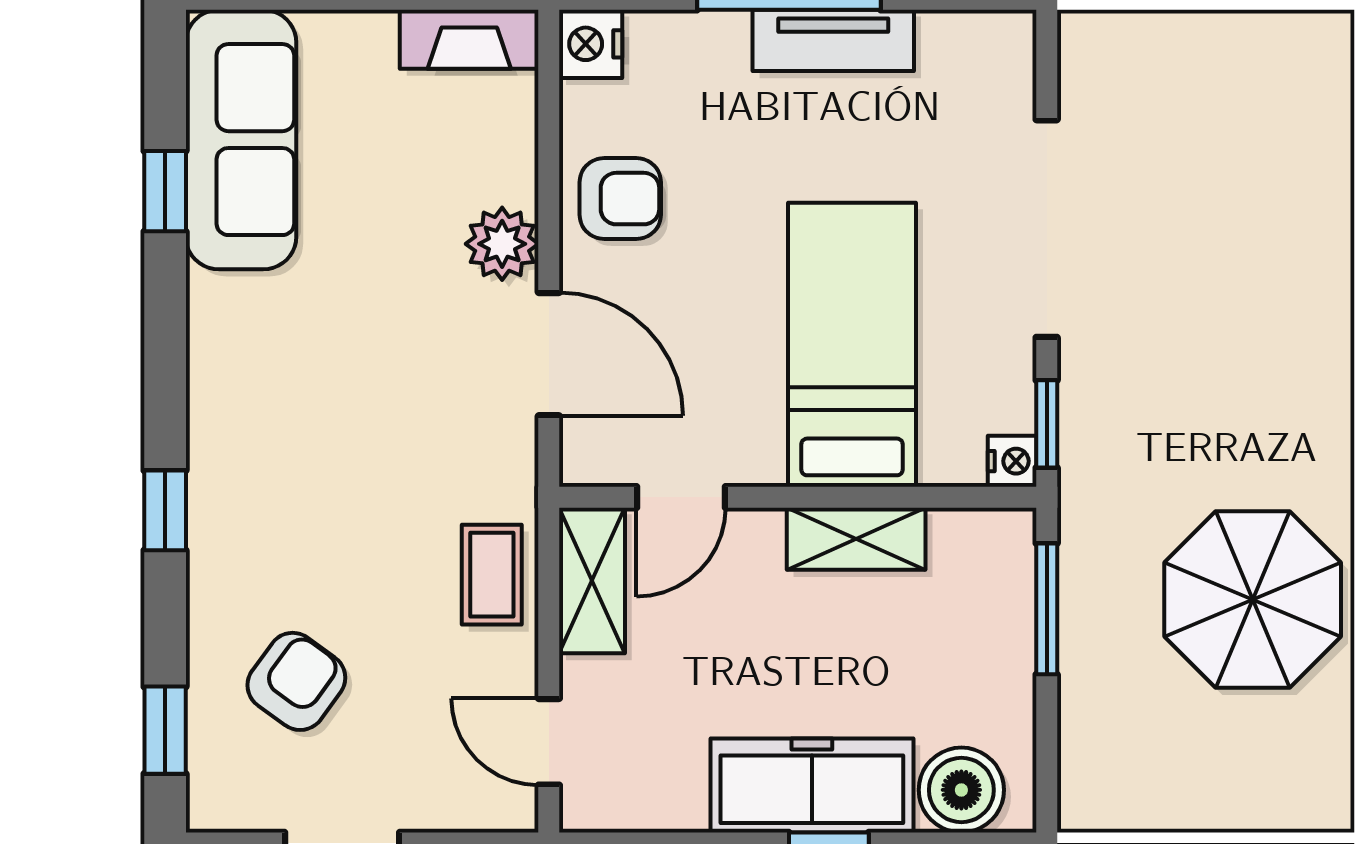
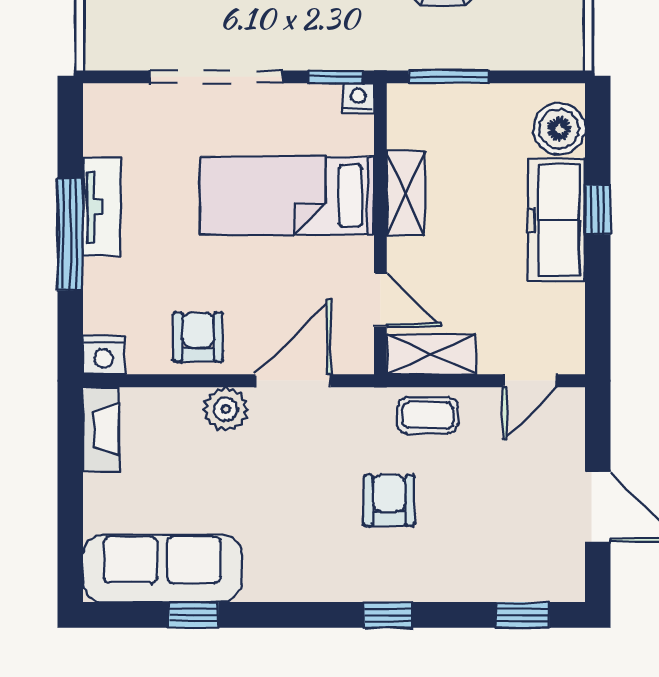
armchair: (296, 681) -> (389, 501), moved, turned 54

